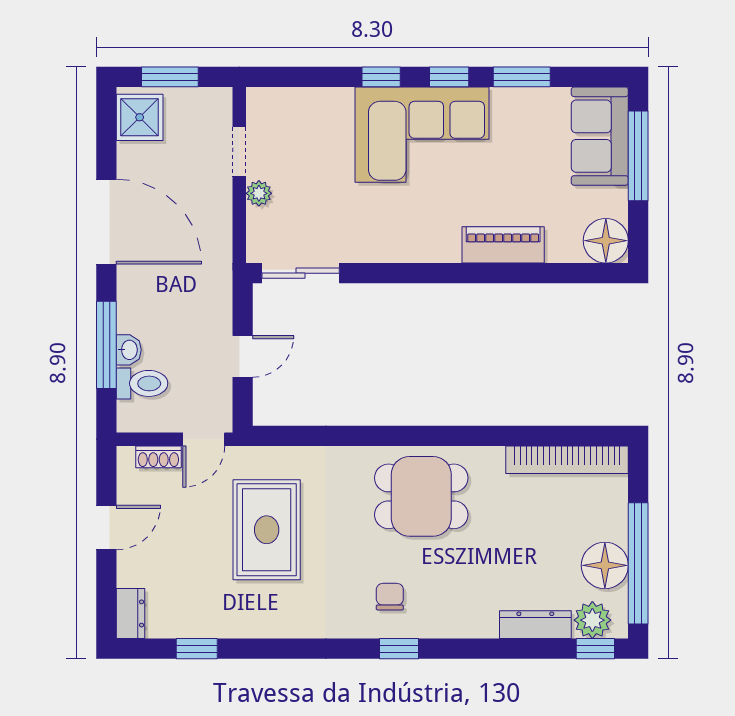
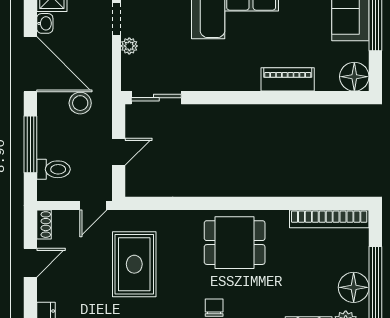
stool: (183, 281) -> (80, 103), added
washbasin: (129, 350) -> (45, 23), moved
shoe rack: (158, 457) -> (44, 225), moved, turned -90

